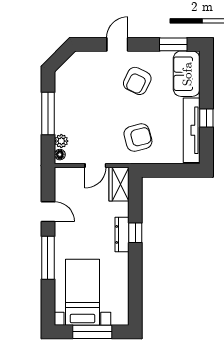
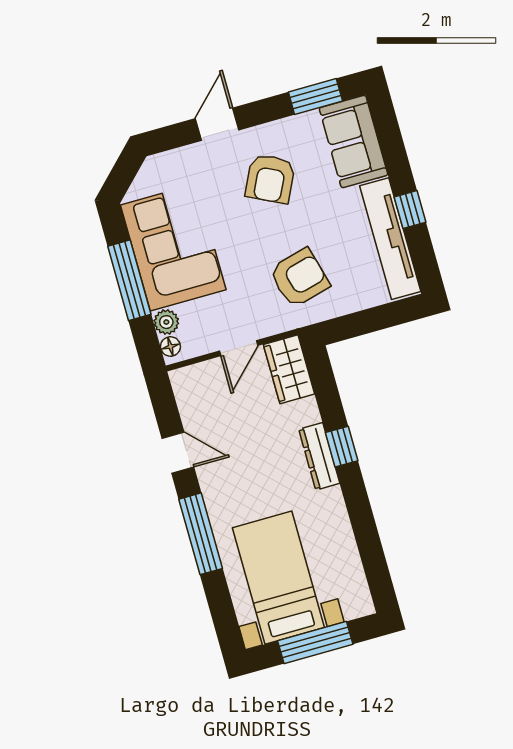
corner sofa: (76, 103) -> (173, 247), added

